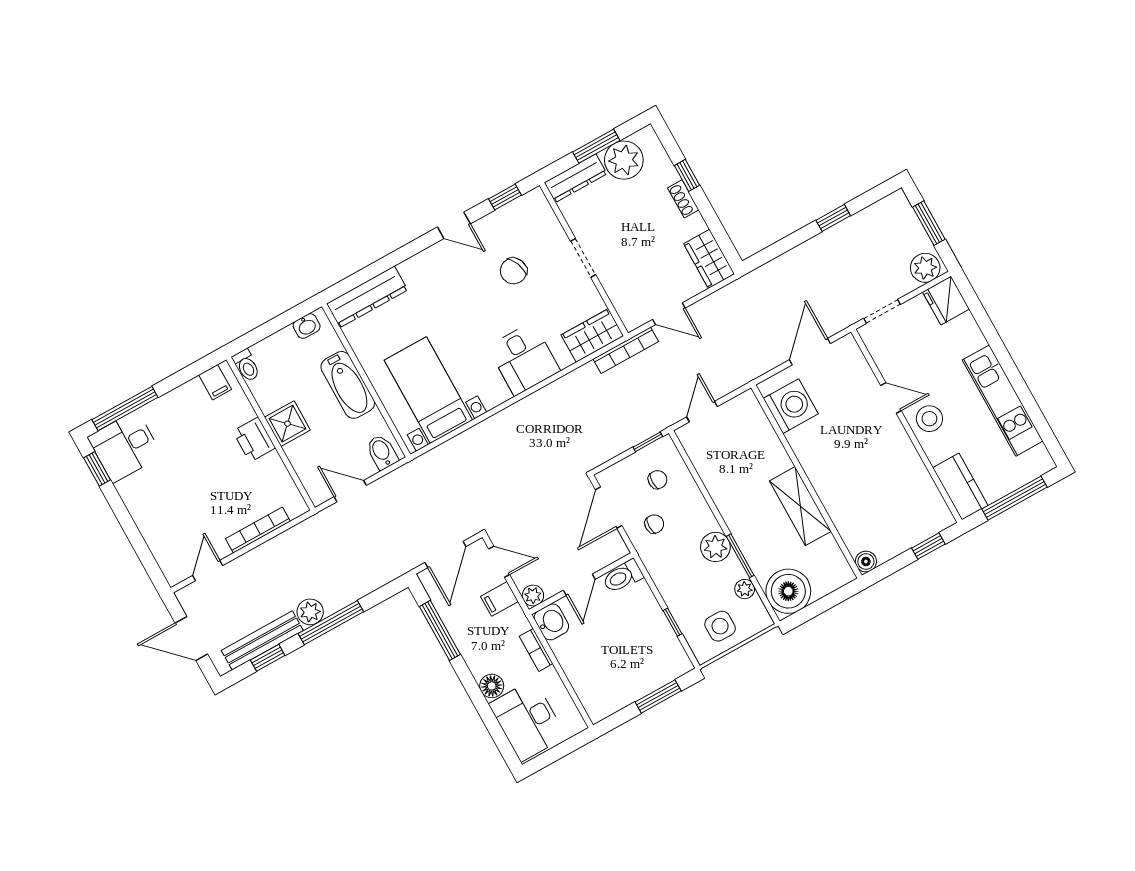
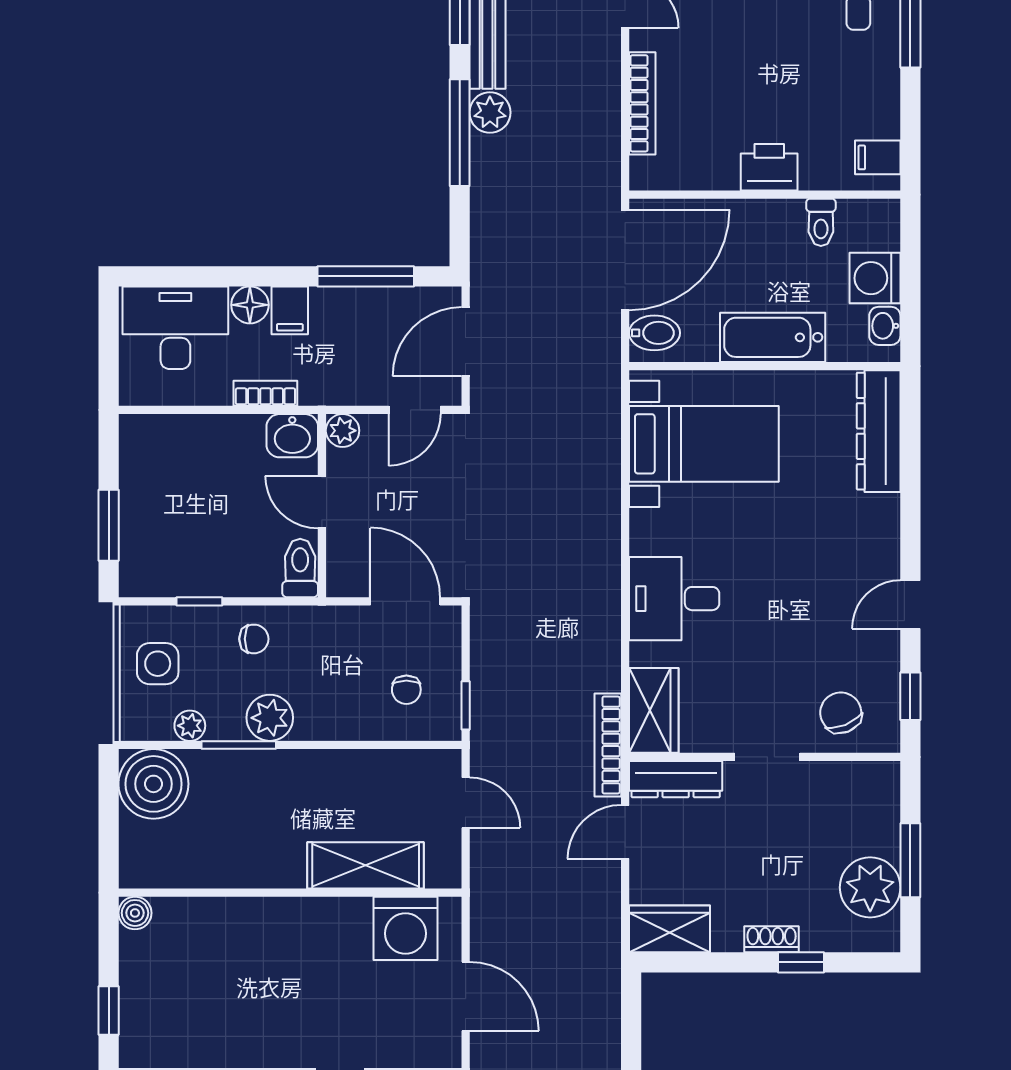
dresser: (576, 178) -> (676, 779), moved, turned -90
chair: (513, 271) -> (841, 713), moved
washing machine: (283, 346) -> (875, 278), added
toilet: (246, 365) -> (821, 222), moved, turned -90
shower: (287, 424) -> (765, 225), removed
door: (350, 491) -> (625, 260), width x1.87
shelving: (800, 506) -> (366, 865), moved
chair: (654, 524) -> (254, 639), moved, turned -90
door: (445, 554) -> (466, 342), hinge flipped
filing cabinet: (499, 599) -> (290, 310), moved, turned 180

